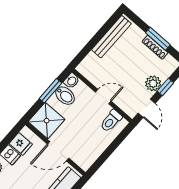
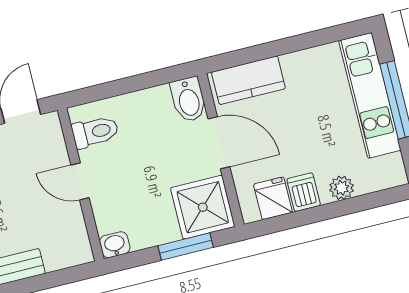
window: (50, 91) -> (186, 247), moved
bidet: (65, 96) -> (189, 100), moved, turned 180

